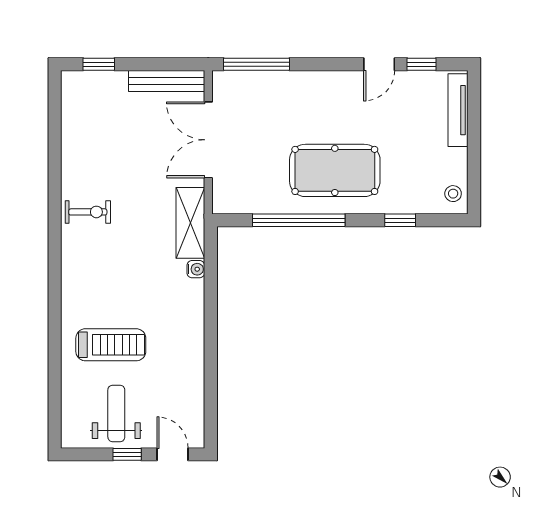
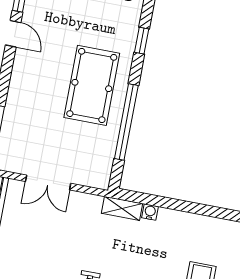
double door: (208, 140) -> (48, 182), width x0.73
shelving: (190, 223) -> (122, 208), width x0.67, depth x0.75

